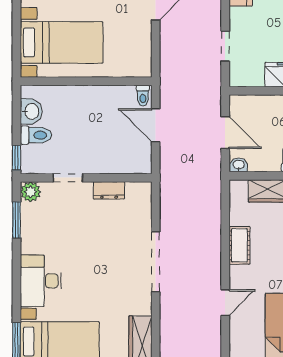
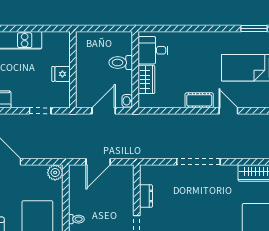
plant: (141, 67) -> (55, 172), added
toilet: (143, 96) -> (76, 219), moved
cot: (239, 245) -> (199, 100), moved

